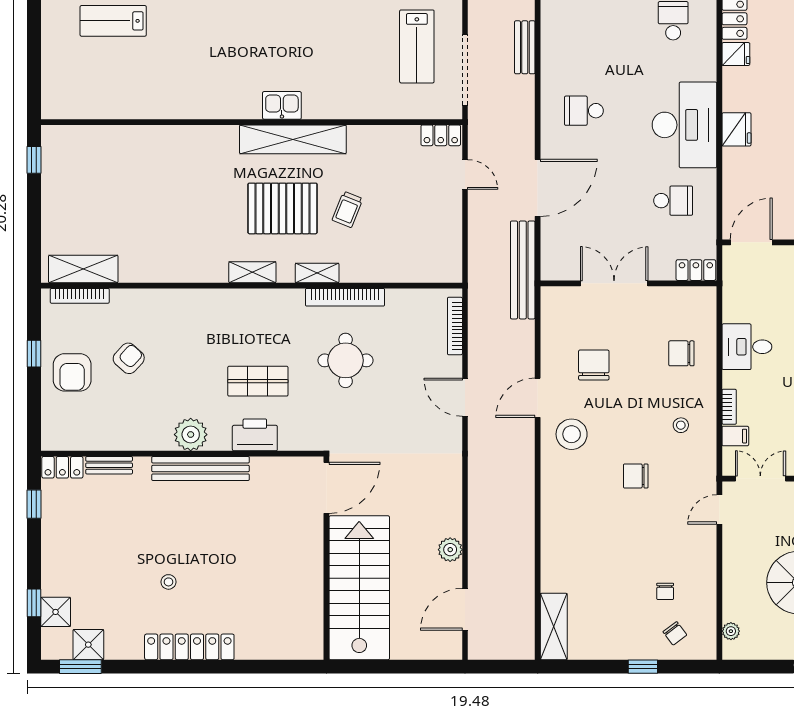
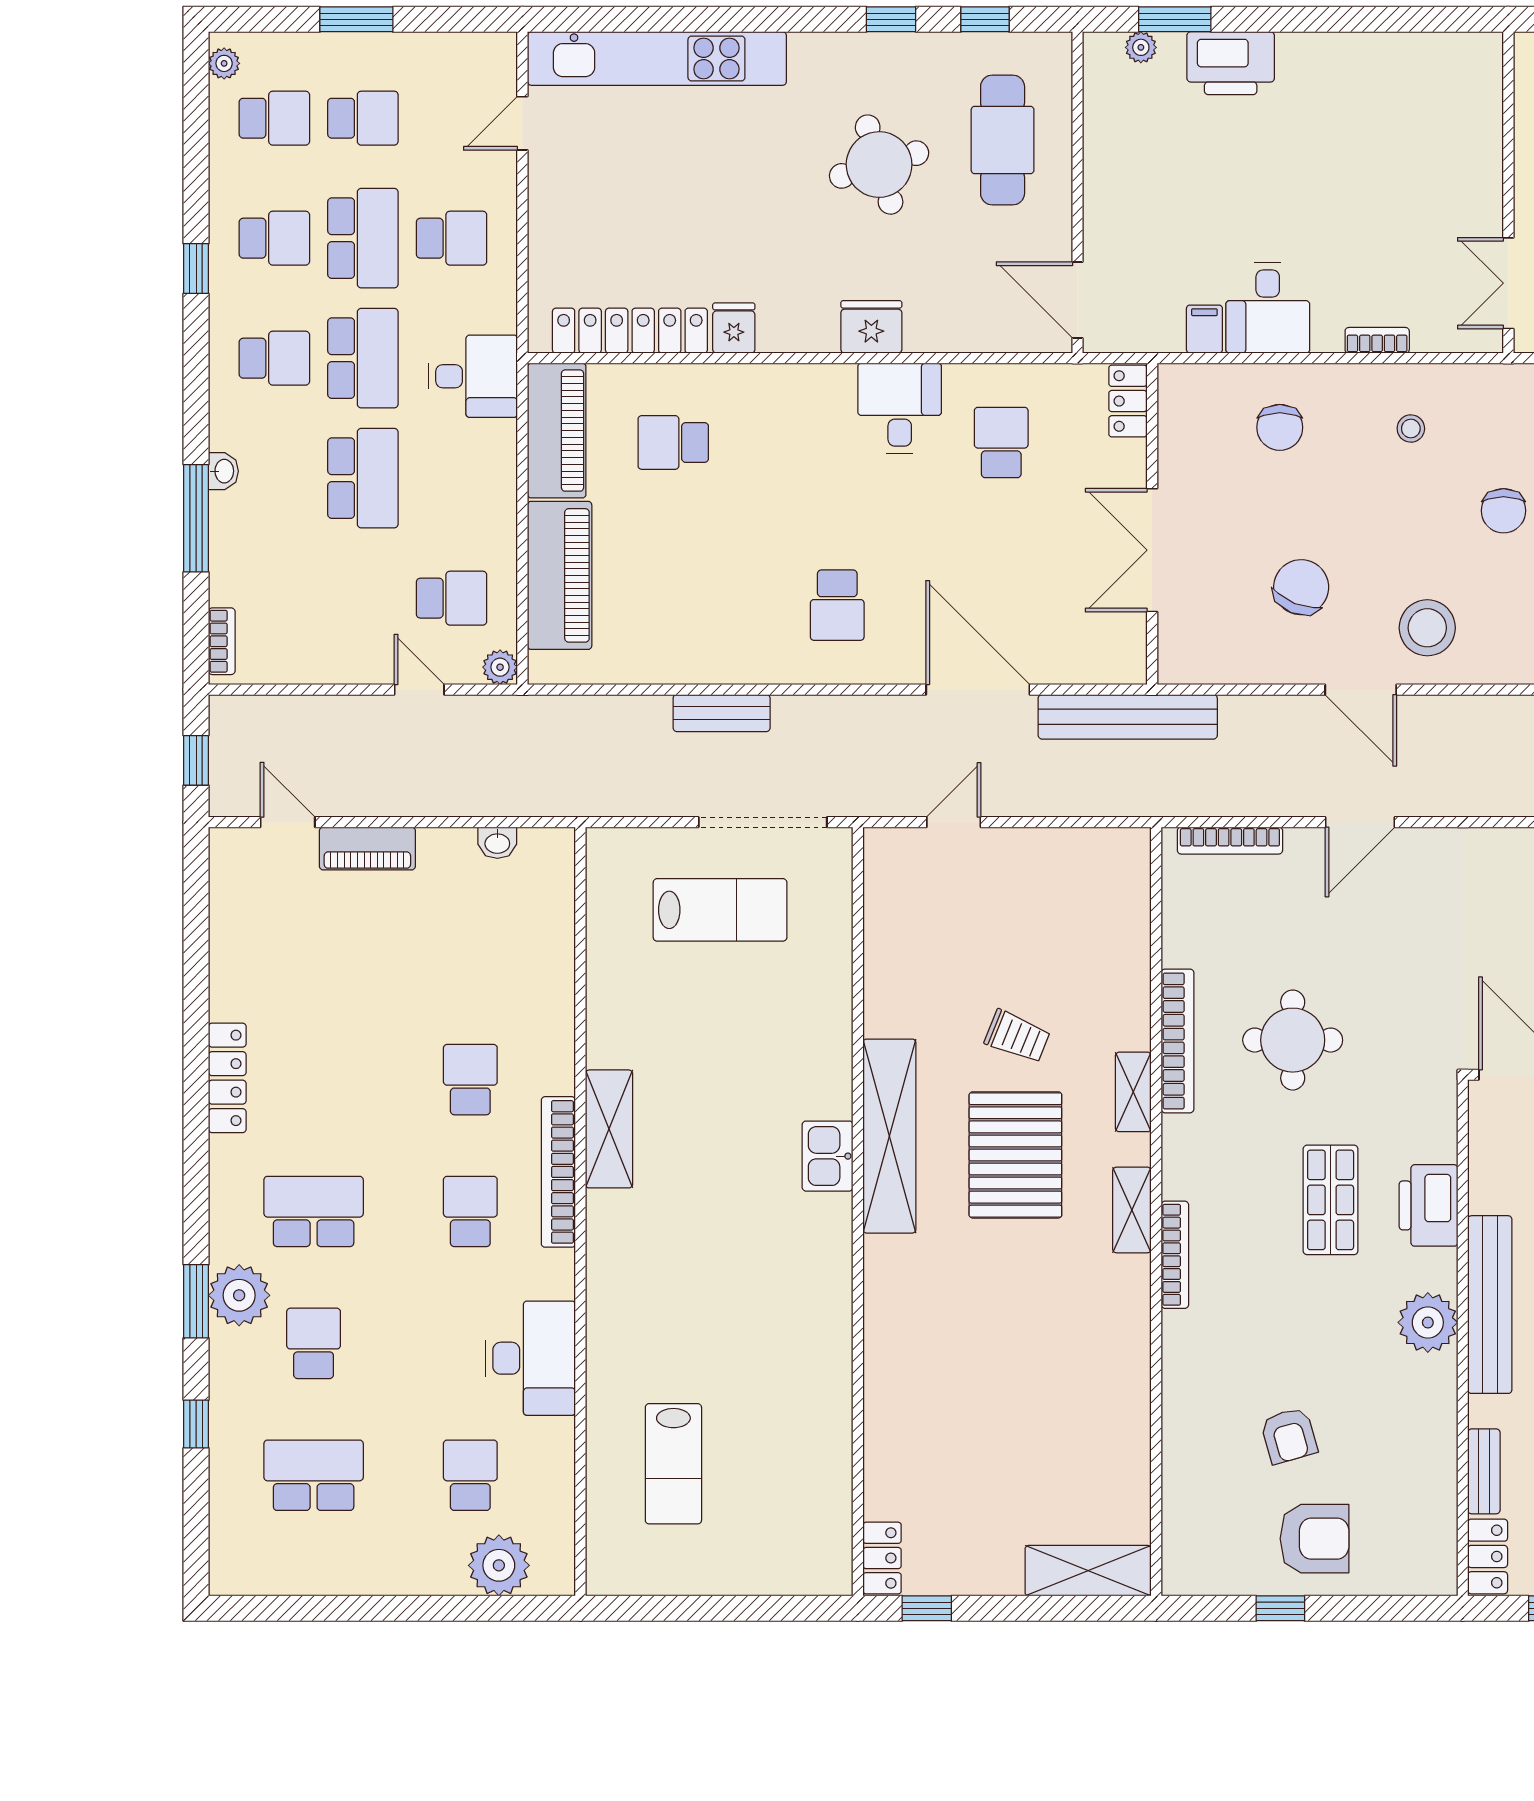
desk: (685, 125) -> (900, 408), width x0.53, depth x0.77
locker: (441, 135) -> (882, 1558), moved
shelving: (83, 269) -> (1088, 1571), moved, turned 90
bookcase: (80, 296) -> (1175, 1255), moved
armchair: (129, 358) -> (1289, 1436), turned -148
chair: (594, 365) -> (1301, 587), turned 112
filing cabinet: (735, 436) -> (1204, 329), moved

